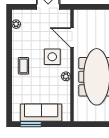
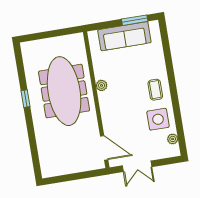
door: (72, 37) -> (104, 148), moved
side table: (52, 57) -> (158, 119), moved

